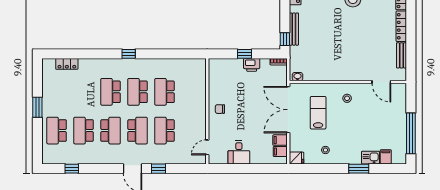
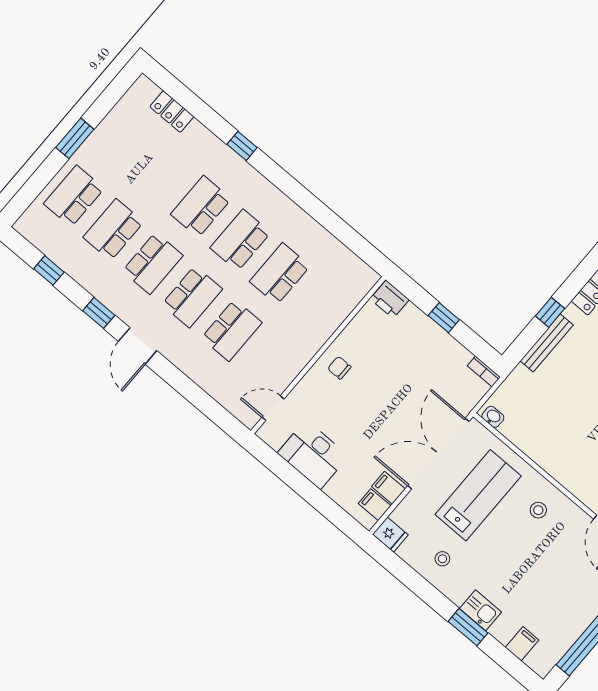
window: (285, 39) -> (550, 312), moved
window: (129, 54) -> (242, 146), moved
printer: (252, 65) -> (390, 299), moved
lab bench: (318, 113) -> (478, 495), width x1.36, depth x1.39
school desk: (164, 131) -> (232, 330), turned 180
desk: (239, 152) -> (313, 455), width x1.37
kitchen sink: (371, 158) -> (481, 610), moved
window: (159, 169) -> (99, 313), moved

